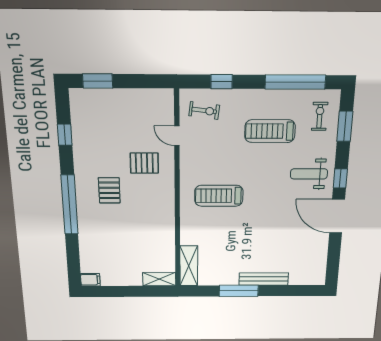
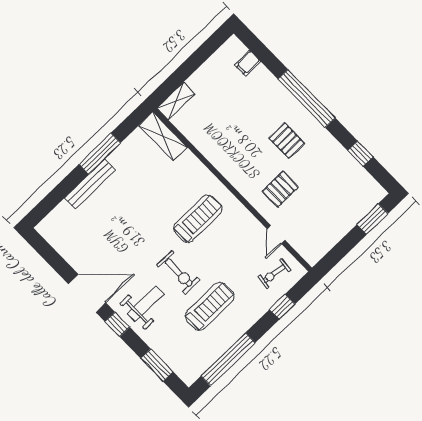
exercise bike: (320, 116) -> (179, 272), moved, width x1.38, depth x1.39
door: (177, 136) -> (276, 234), swing flipped
filing cabinet: (90, 280) -> (248, 63), moved

